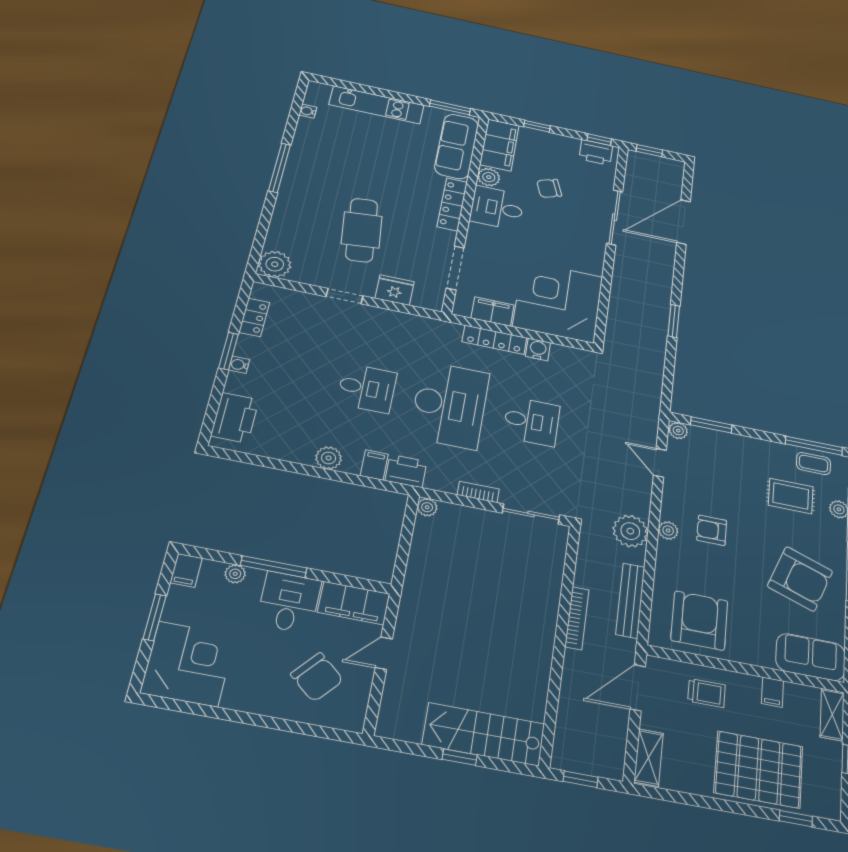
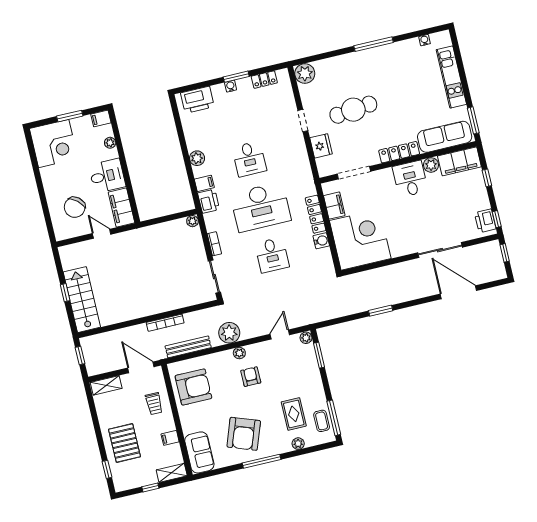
chair: (549, 188) -> (441, 203), removed
window: (274, 567) -> (123, 159), removed
pallet: (759, 769) -> (124, 443), width x0.73, depth x0.71

